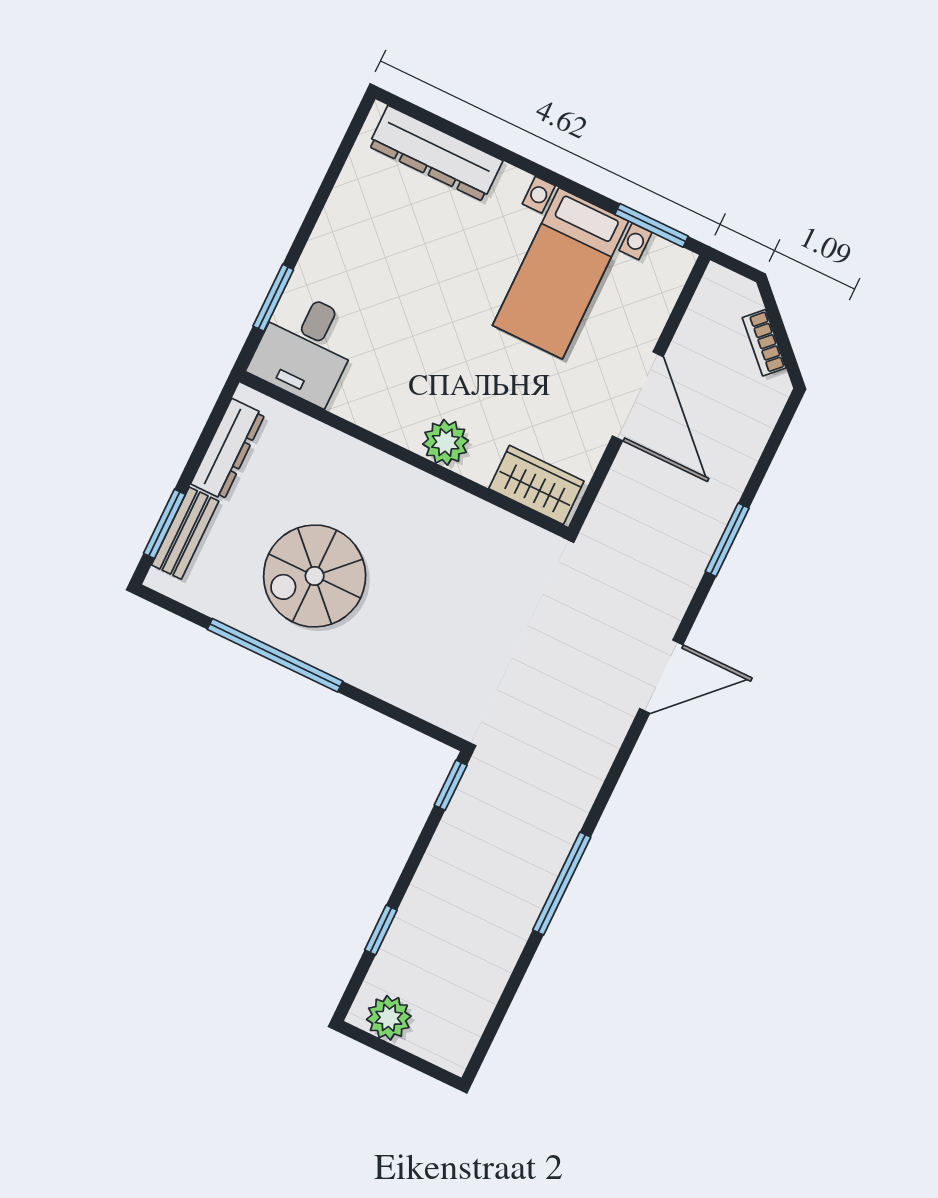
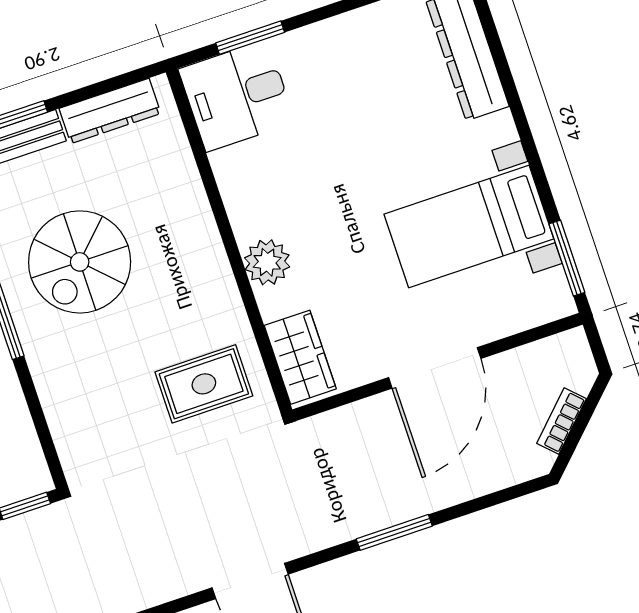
rug: (488, 572) -> (204, 384), added
spiral stairs: (315, 576) -> (80, 262), turned -90

